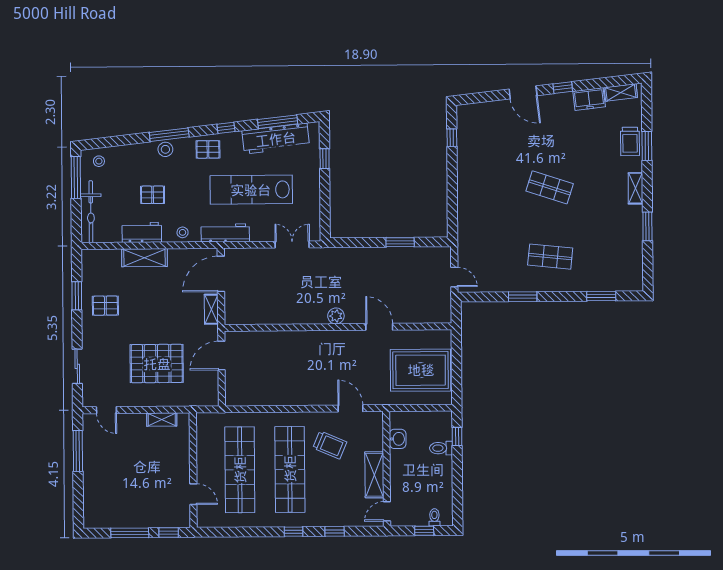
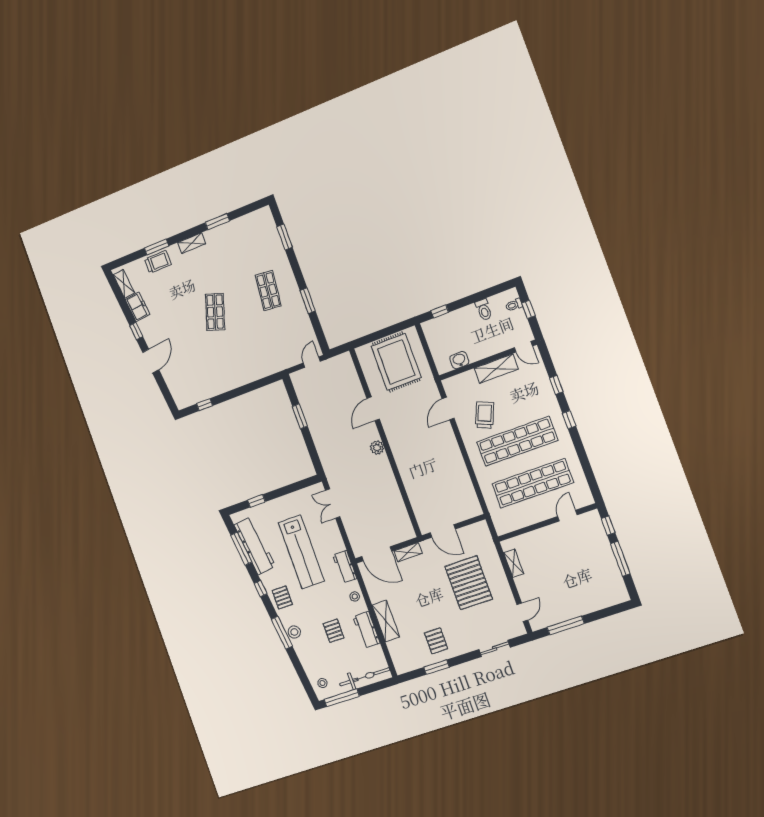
workbench: (225, 233) -> (345, 567), width x0.73
toilet: (441, 448) -> (484, 310), moved

